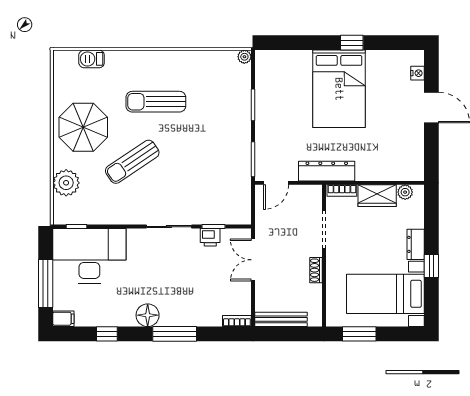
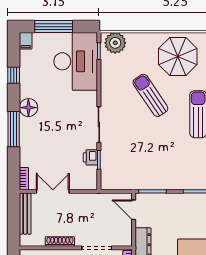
plant: (66, 183) -> (115, 43), moved
double door: (253, 260) -> (53, 191), moved
shoe rack: (316, 270) -> (60, 241), width x1.43

